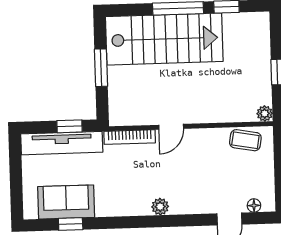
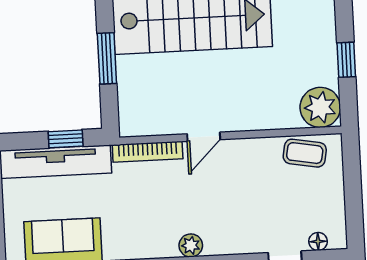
plant: (265, 113) -> (320, 107), width x1.87, depth x1.87

